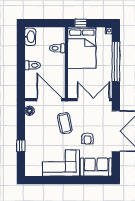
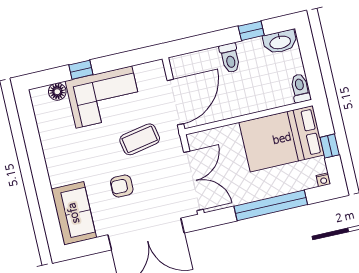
window: (81, 23) -> (330, 146), moved
toilet: (57, 48) -> (300, 88), moved
window: (21, 51) -> (251, 31), added
floor lamp: (30, 111) -> (57, 92), moved
corner sofa: (61, 163) -> (104, 97), moved, turned 90

